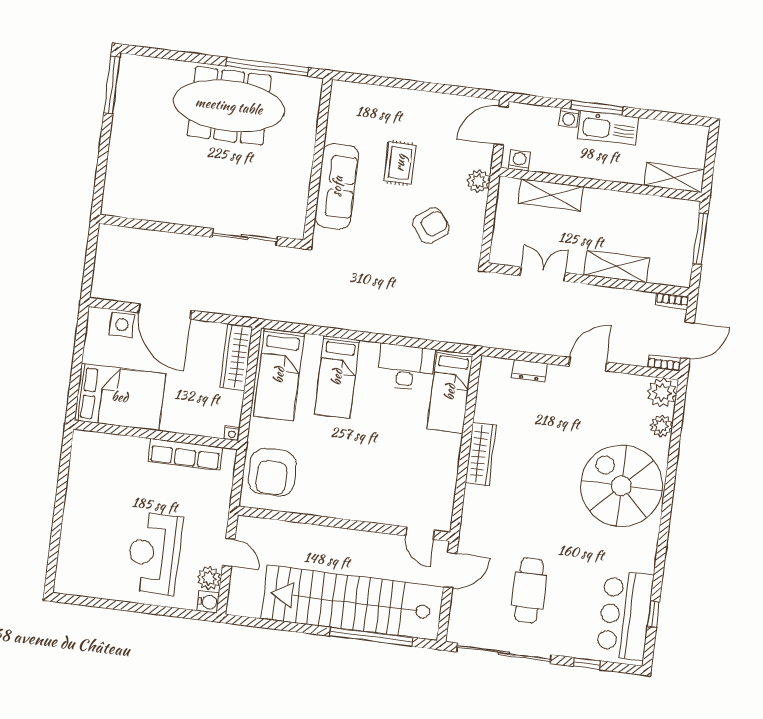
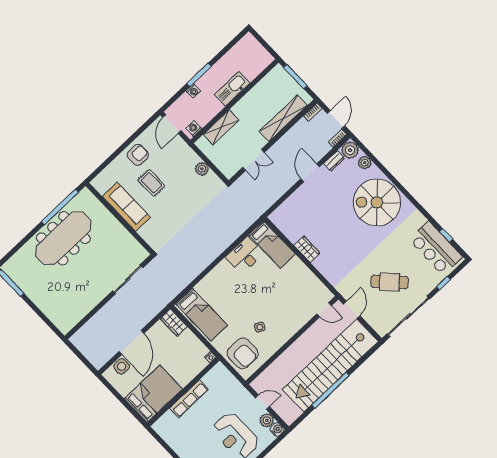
kitchen sink: (608, 128) -> (232, 89), moved, turned 180
shelving: (674, 177) -> (259, 66), removed
plant: (478, 181) -> (202, 169), moved
sofa: (337, 186) -> (126, 207), moved
armchair: (431, 226) -> (138, 155), moved, turned 37
shelving: (617, 267) -> (283, 118), width x1.47
double door: (543, 274) -> (254, 160), swing flipped
door: (165, 311) -> (132, 342), hinge flipped
wardrobe: (236, 357) -> (174, 323), width x0.67
dresser: (530, 371) -> (334, 161), moved
bed: (337, 377) -> (224, 290), removed
row of seats: (185, 454) -> (189, 399), moved
wardrobe: (481, 454) -> (307, 249), width x0.67
side table: (326, 466) -> (260, 327), added
cafe table: (529, 590) -> (390, 282), turned -44
window: (371, 637) -> (331, 390), moved

